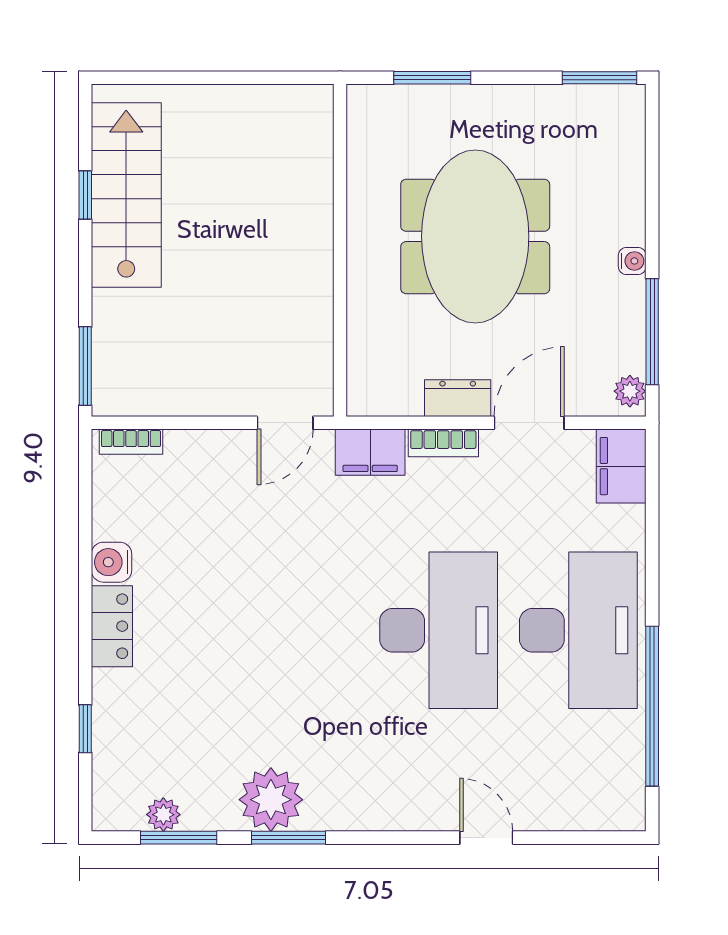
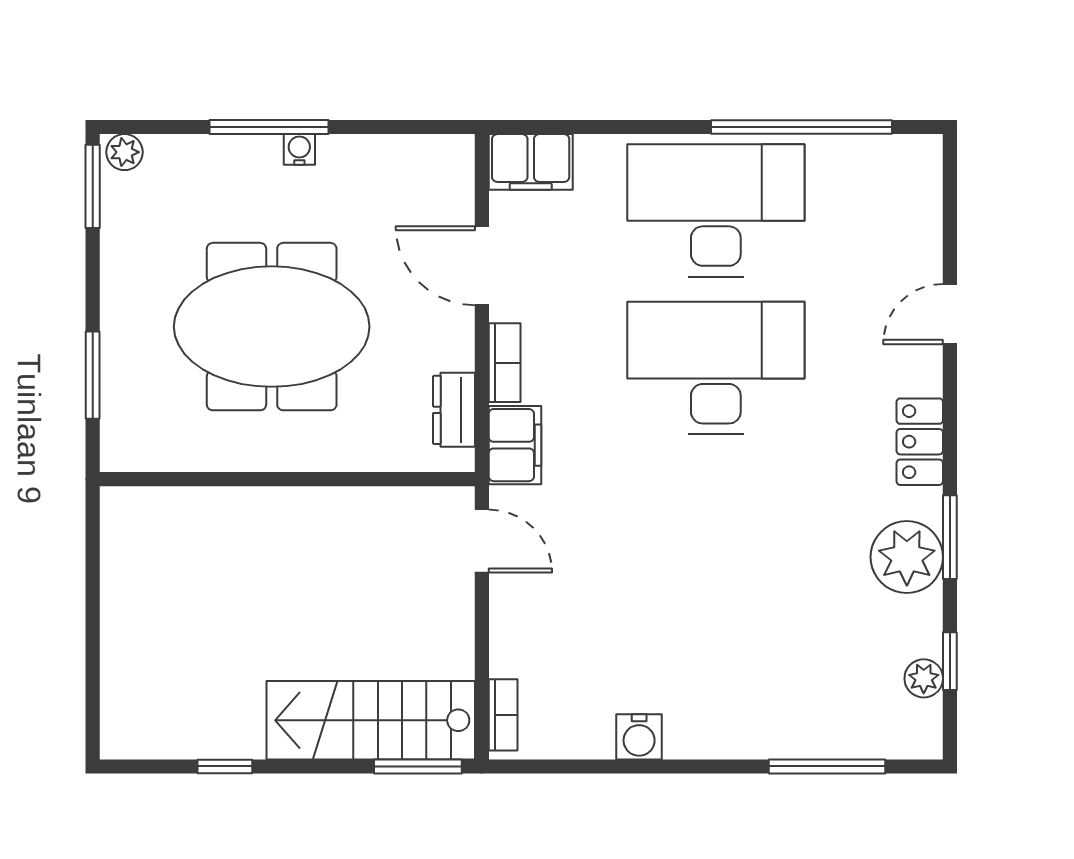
stairs: (126, 195) -> (371, 720), moved
window: (652, 332) -> (269, 127), moved
plant: (630, 391) -> (125, 152), moved
dresser: (458, 398) -> (454, 410), moved
locker: (112, 626) -> (920, 442), moved, turned -90
window: (85, 729) -> (827, 766), width x2.17
window: (179, 838) -> (950, 661), width x0.67

